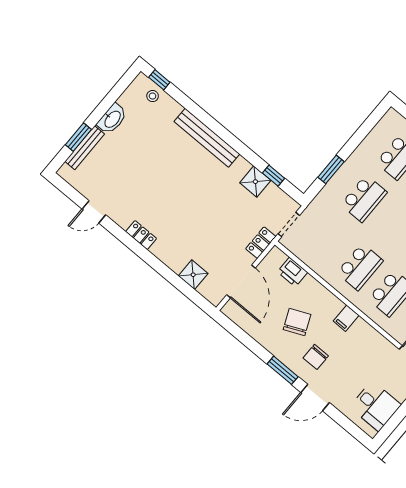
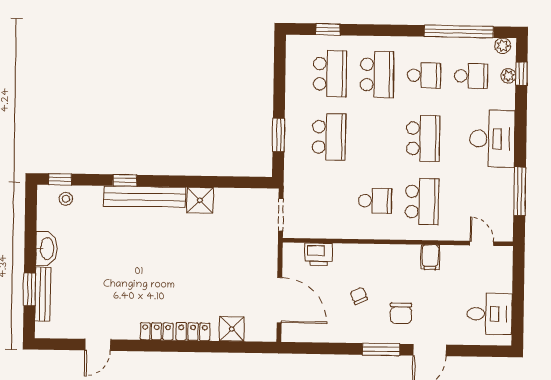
window: (274, 176) -> (125, 180), moved
shower: (255, 182) -> (200, 200), moved
locker: (261, 243) -> (193, 332), moved, turned 90
school desk: (360, 267) -> (375, 201), width x0.54
filing cabinet: (346, 318) -> (430, 257), moved
chair: (297, 322) -> (359, 296), width x0.54, depth x0.54

